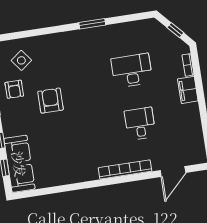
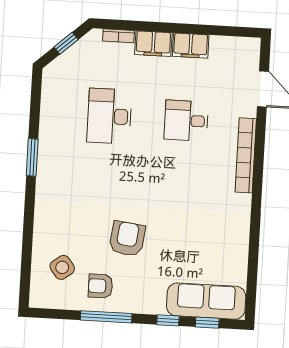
armchair: (14, 89) -> (100, 286), turned 180
armchair: (51, 101) -> (127, 239), turned 97
filing cabinet: (192, 116) -> (191, 46), added

